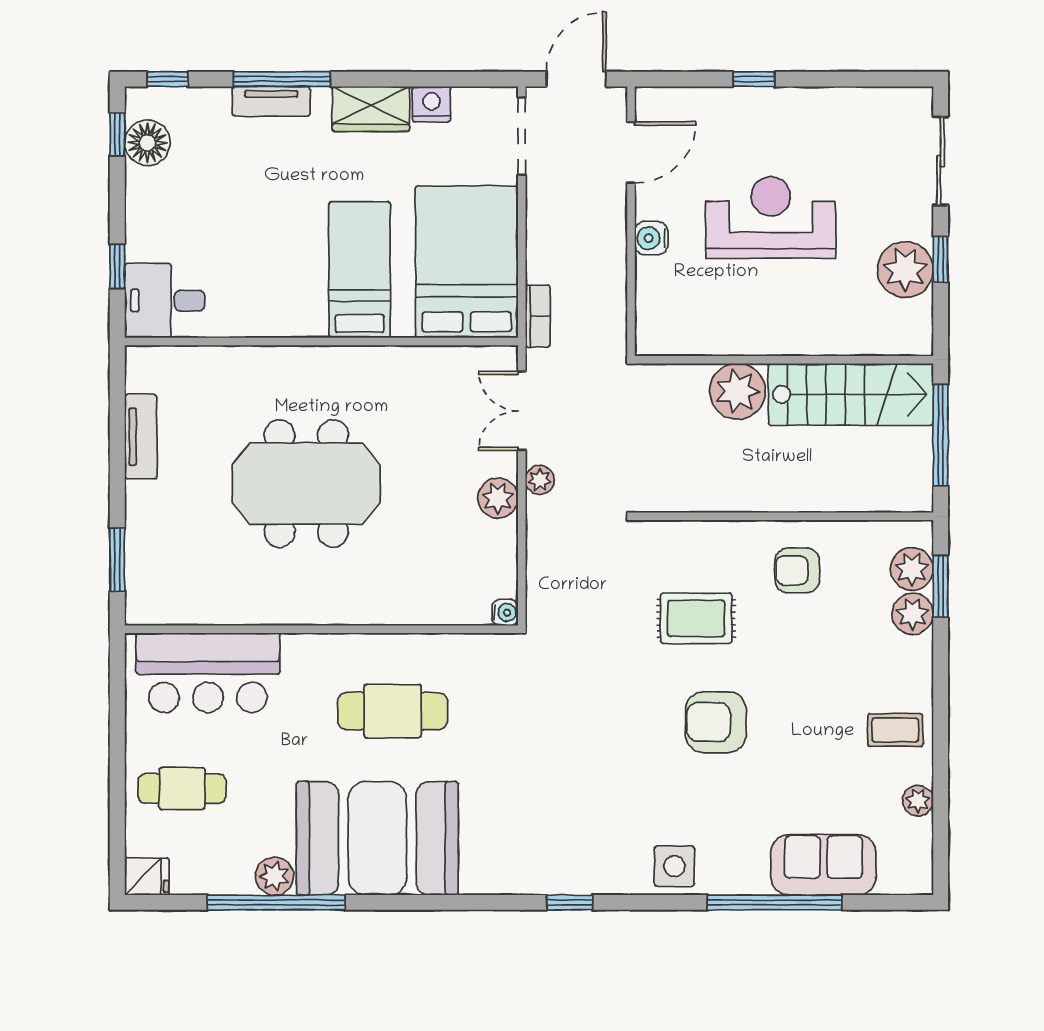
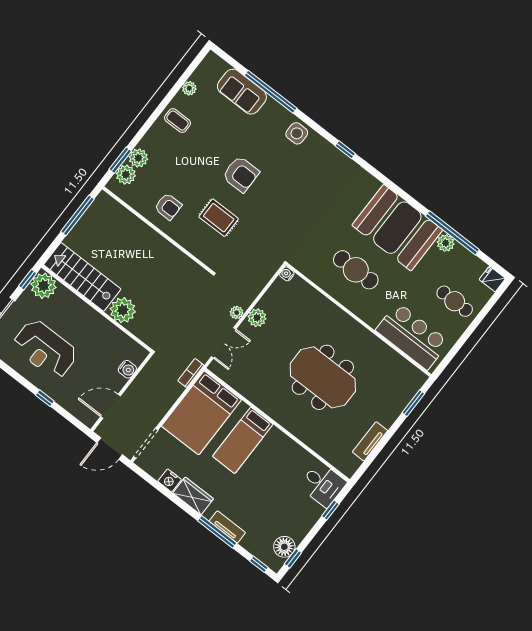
reception desk: (771, 218) -> (45, 349), moved
wall: (784, 360) -> (97, 309), moved
plant: (737, 391) -> (123, 310), moved
stairs: (851, 394) -> (82, 277), moved

